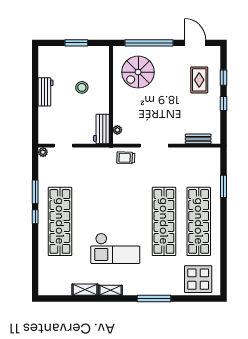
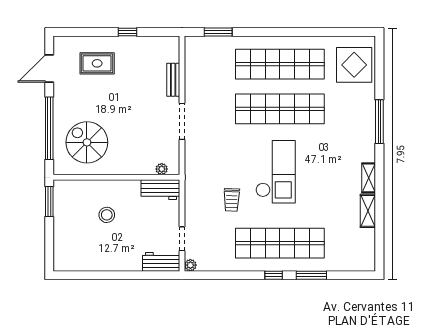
window: (76, 43) -> (49, 202), moved
spiral stairs: (138, 72) -> (87, 142), turned 180
window: (223, 78) -> (94, 32), removed
workbench: (46, 92) -> (161, 262), moved
bench: (198, 139) -> (173, 80), moved
trolley: (126, 158) -> (232, 200), moved
window: (223, 186) -> (218, 32), moved
window: (35, 192) -> (311, 275), moved
checkout: (115, 248) -> (275, 172), moved

